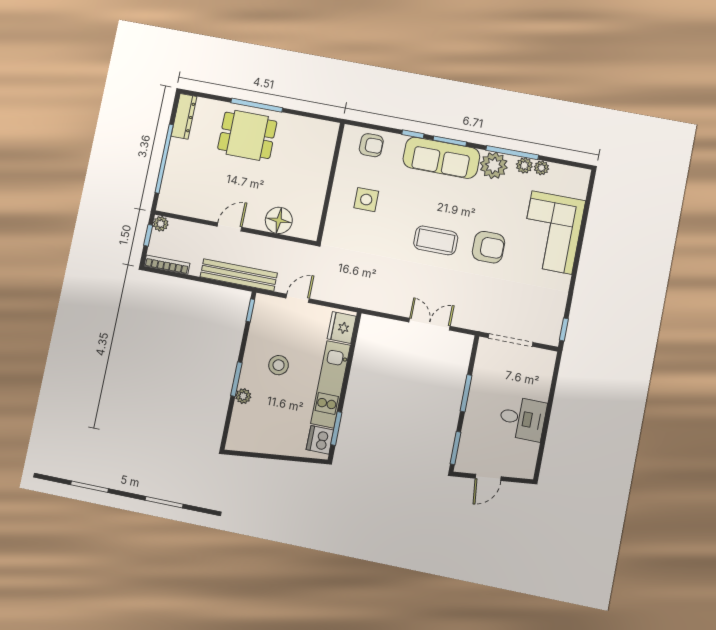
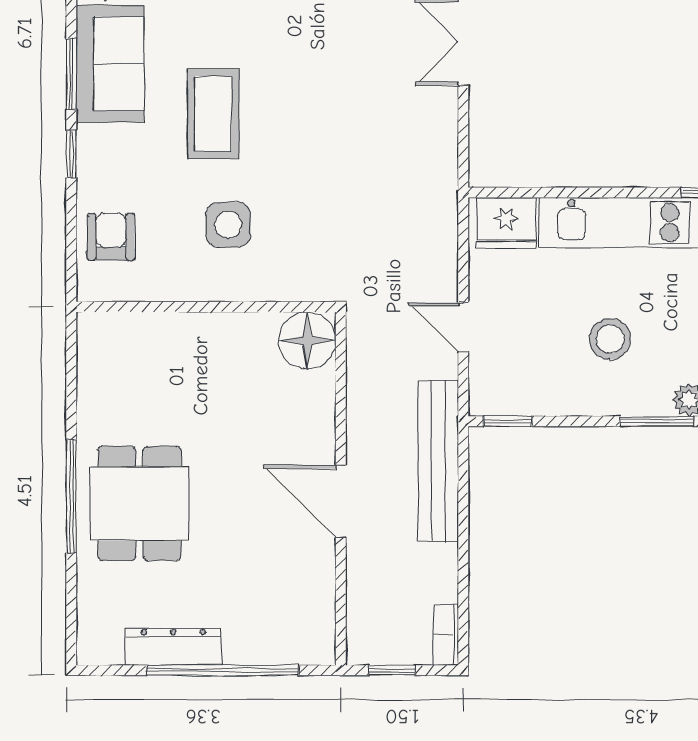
dresser: (184, 116) -> (173, 647), moved
sofa: (441, 158) -> (110, 64), width x0.73
floor lamp: (279, 220) -> (307, 340), moved
plant: (161, 224) -> (362, 649), removed
door: (229, 227) -> (341, 501), width x1.38
coffee table: (436, 240) -> (213, 114), moved
bookcase: (167, 265) -> (446, 635), width x0.64

